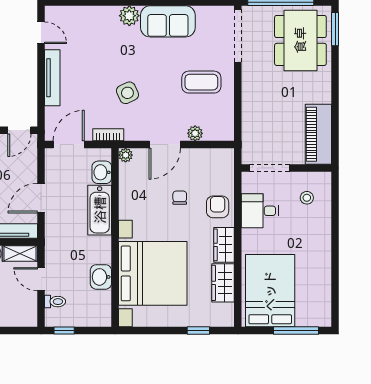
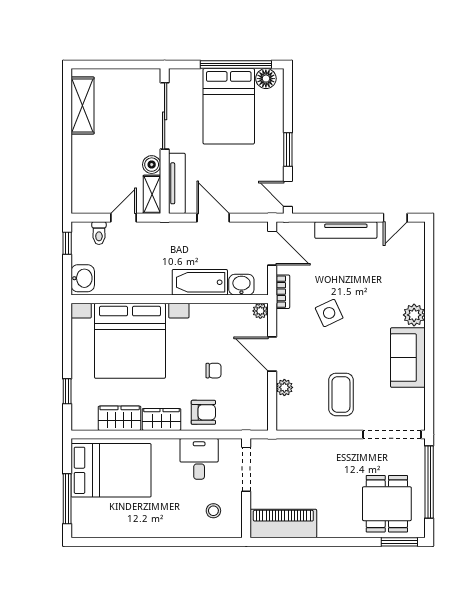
dining table: (300, 40) -> (387, 504), width x0.73
washbasin: (101, 277) -> (83, 278), moved, turned 90

